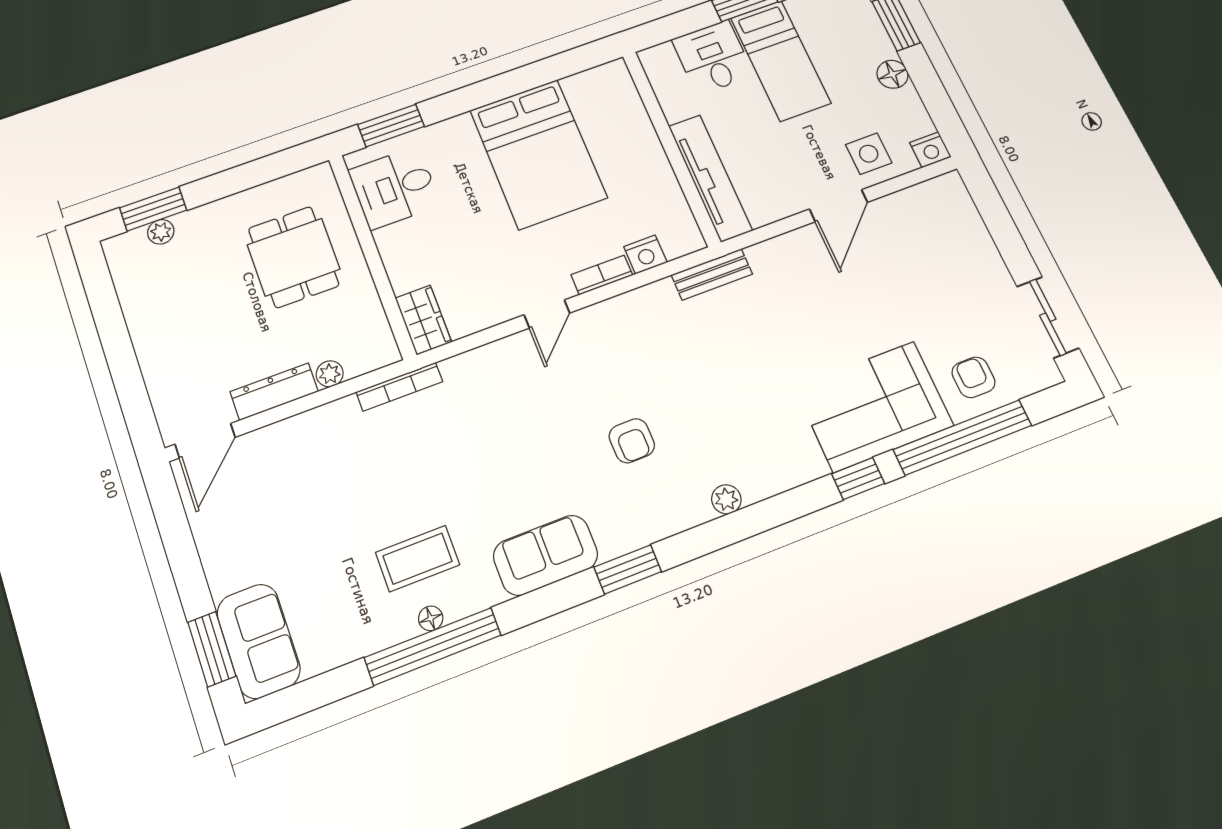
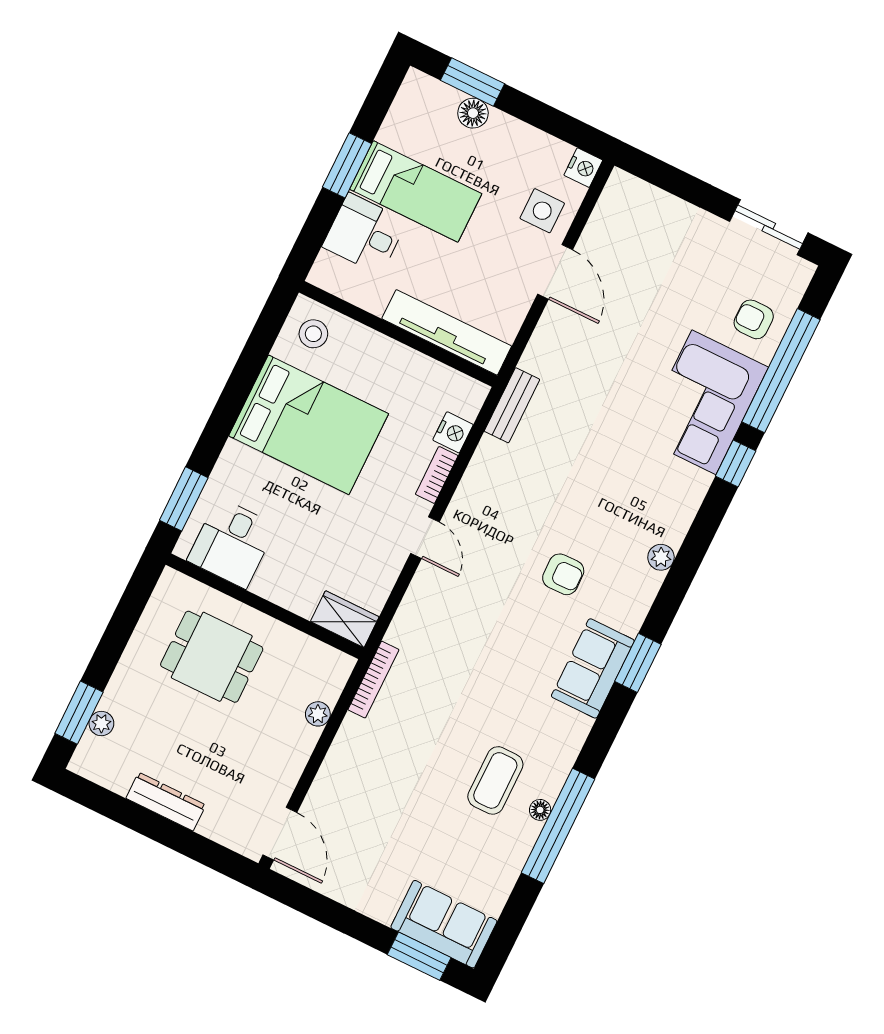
floor lamp: (892, 74) -> (473, 113), moved
stool: (606, 93) -> (313, 334), added
dresser: (274, 392) -> (166, 802), moved, turned 90
sofa: (545, 555) -> (593, 668), moved

